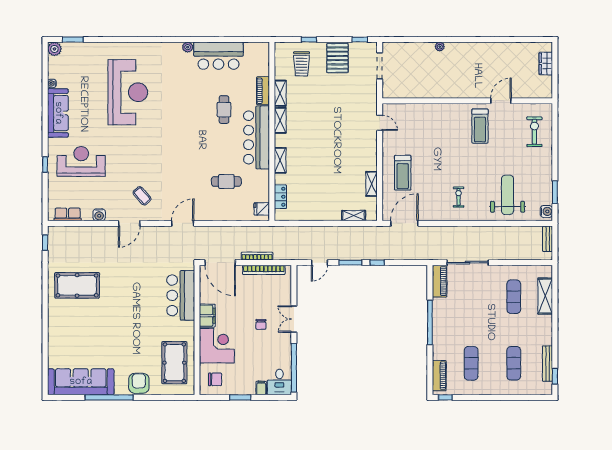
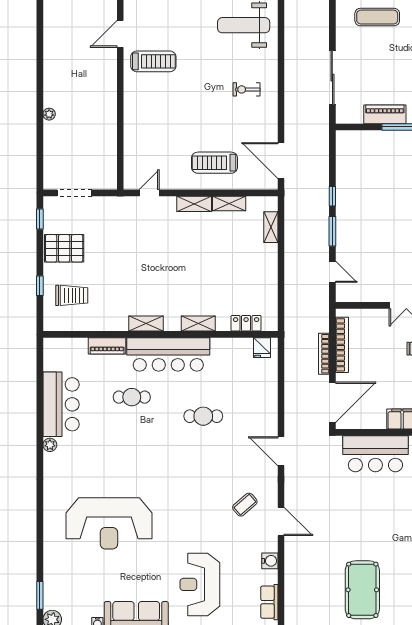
reception desk: (128, 92) -> (109, 523), turned 180
shelving: (280, 93) -> (194, 204), moved
door: (501, 101) -> (120, 34), hinge flipped
treadmill: (403, 173) -> (214, 163), turned 180
cafe table: (226, 181) -> (203, 416), moved, turned 90
piano: (440, 281) -> (385, 114), moved

